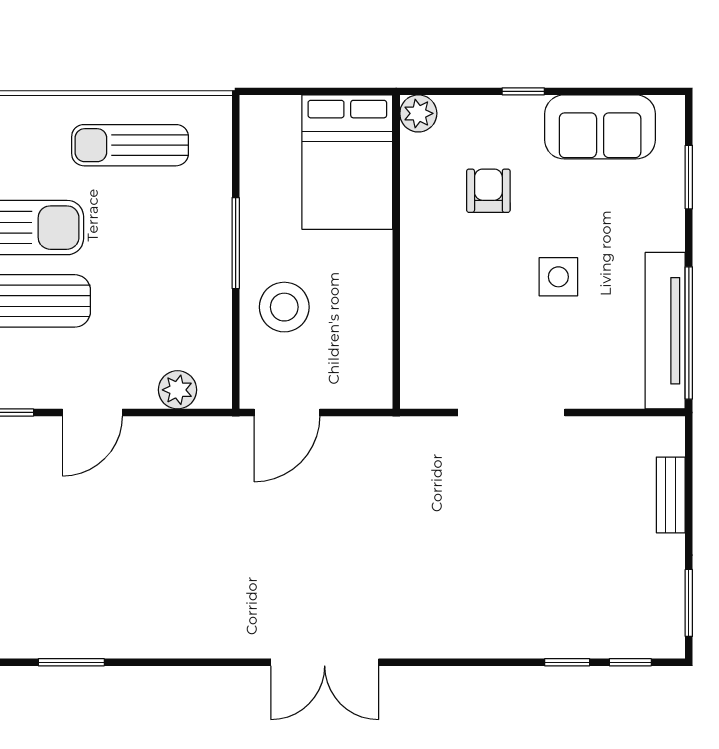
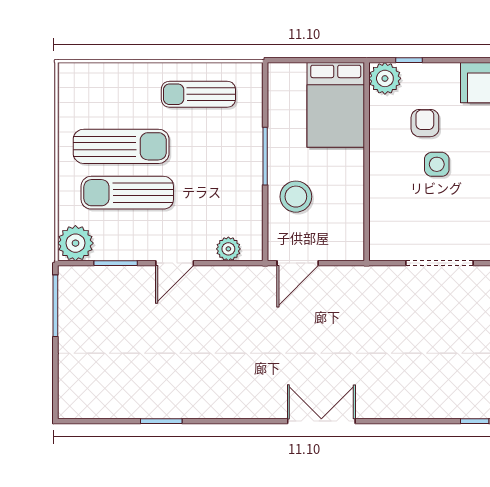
window: (523, 91) -> (409, 60), moved
plant: (418, 113) -> (385, 78), width x1.36, depth x1.36
side table: (558, 277) -> (437, 164), moved
double door: (325, 662) -> (321, 421), swing flipped

